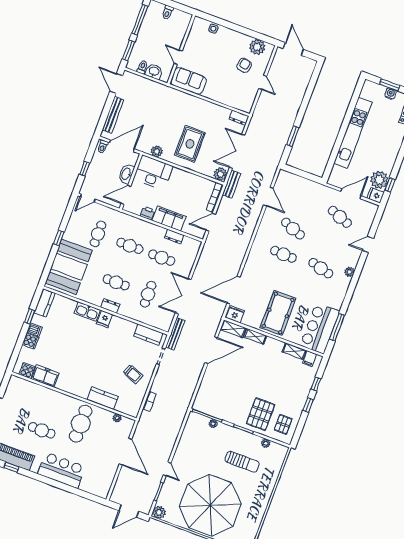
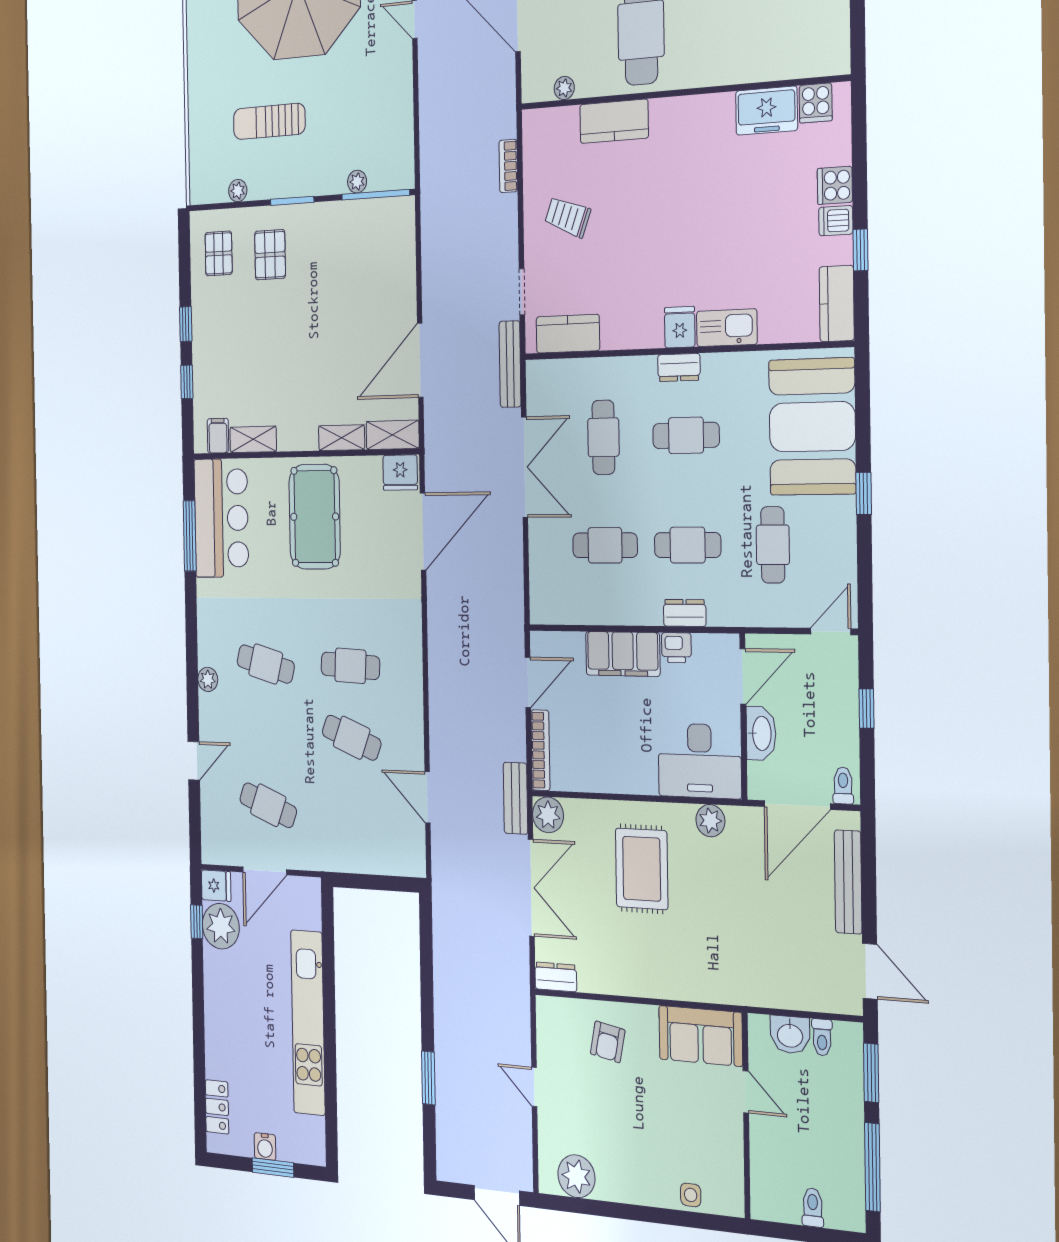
armchair: (244, 65) -> (608, 1042), moved
window: (293, 136) -> (428, 1078), moved
dresser: (174, 236) -> (685, 613), moved
pallet: (261, 414) -> (270, 255), width x0.67, depth x0.71

